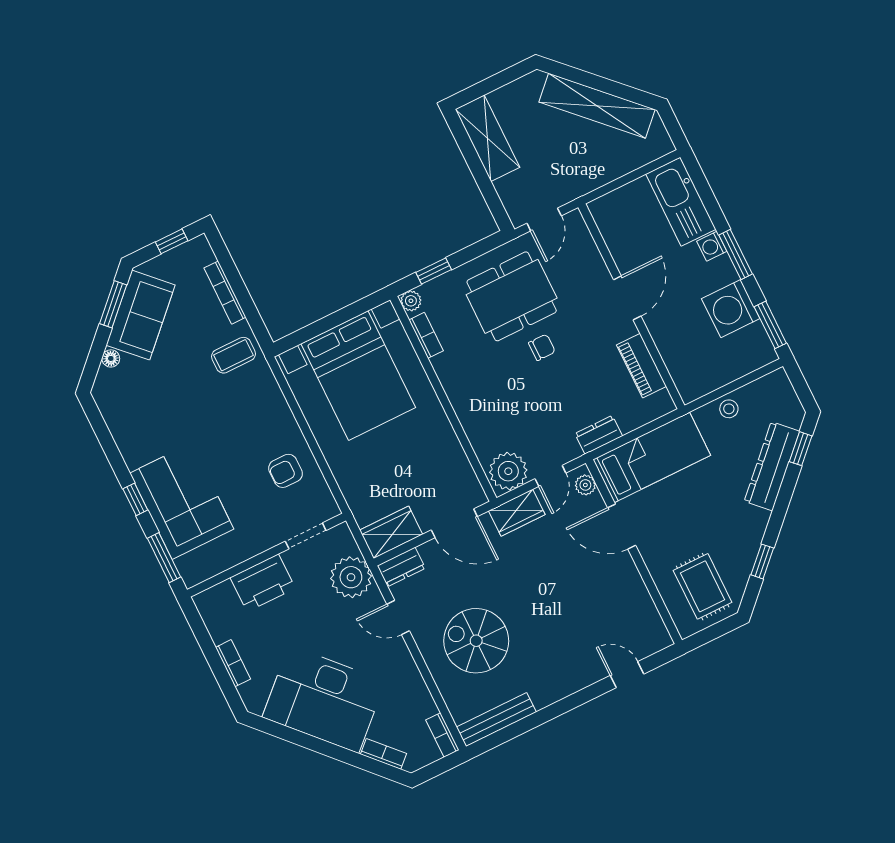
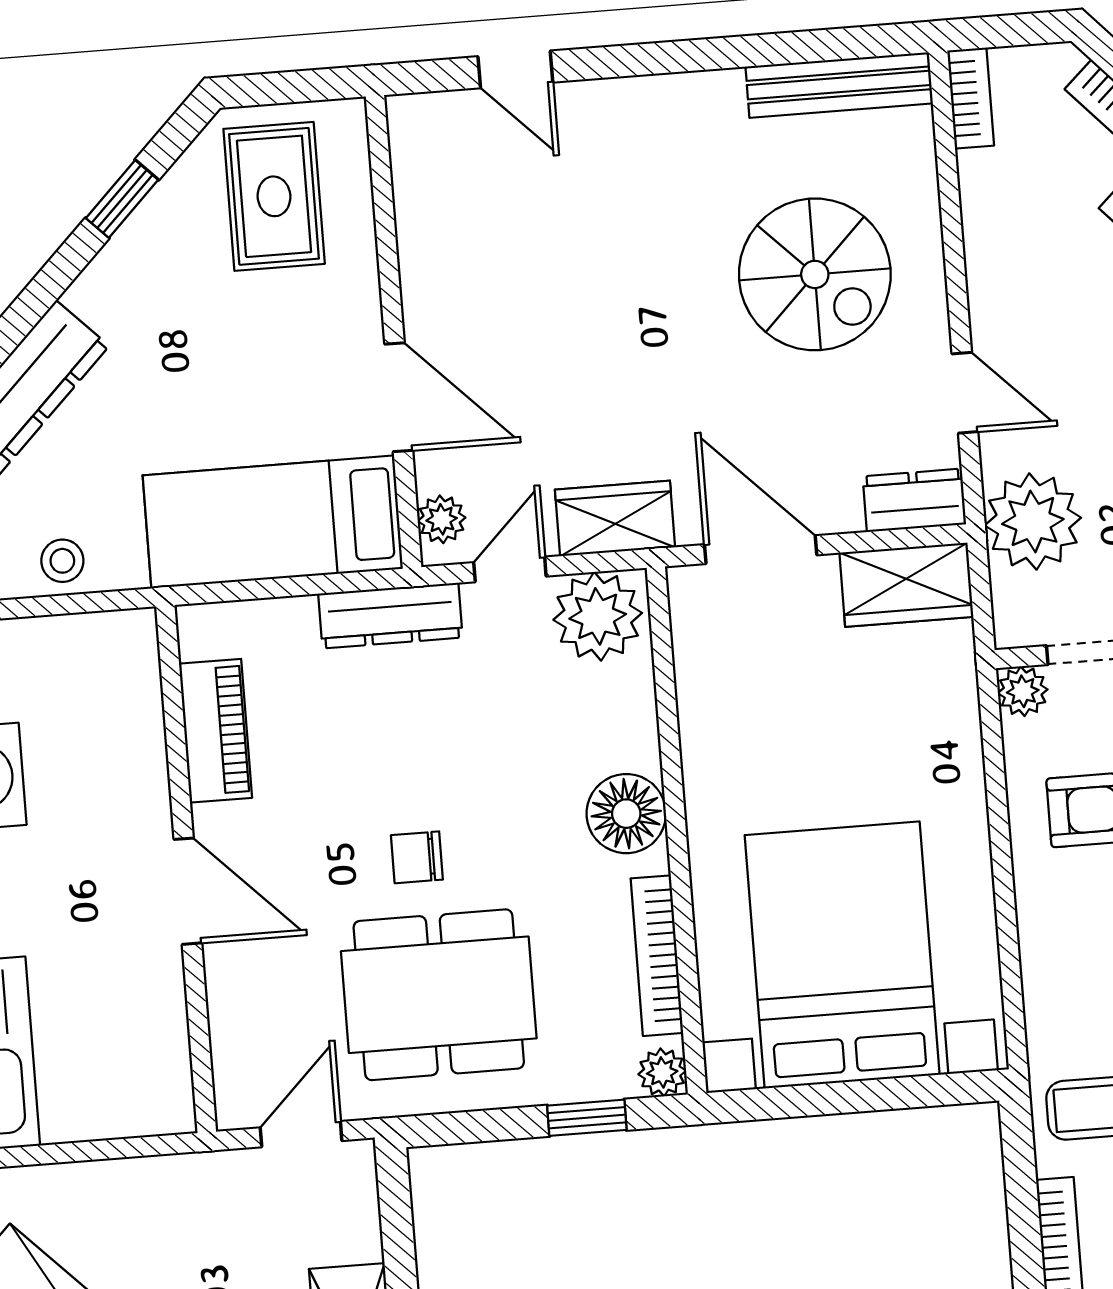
door: (627, 298) -> (188, 891), swing flipped
bookcase: (426, 335) -> (657, 956), width x1.56
floor lamp: (466, 398) -> (626, 814), added
dresser: (599, 435) -> (390, 616), width x1.44
plant: (328, 508) -> (1023, 691), added

